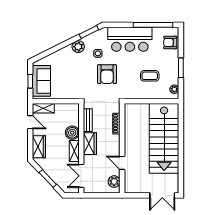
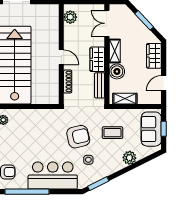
plant: (78, 47) -> (129, 158), moved
armchair: (107, 74) -> (78, 137), turned 77
coffee table: (150, 76) -> (112, 133), moved
shelving: (43, 108) -> (125, 99), moved
door: (30, 122) -> (164, 83), hinge flipped
door: (122, 163) -> (61, 57), moved
double door: (81, 176) -> (107, 23), swing flipped

